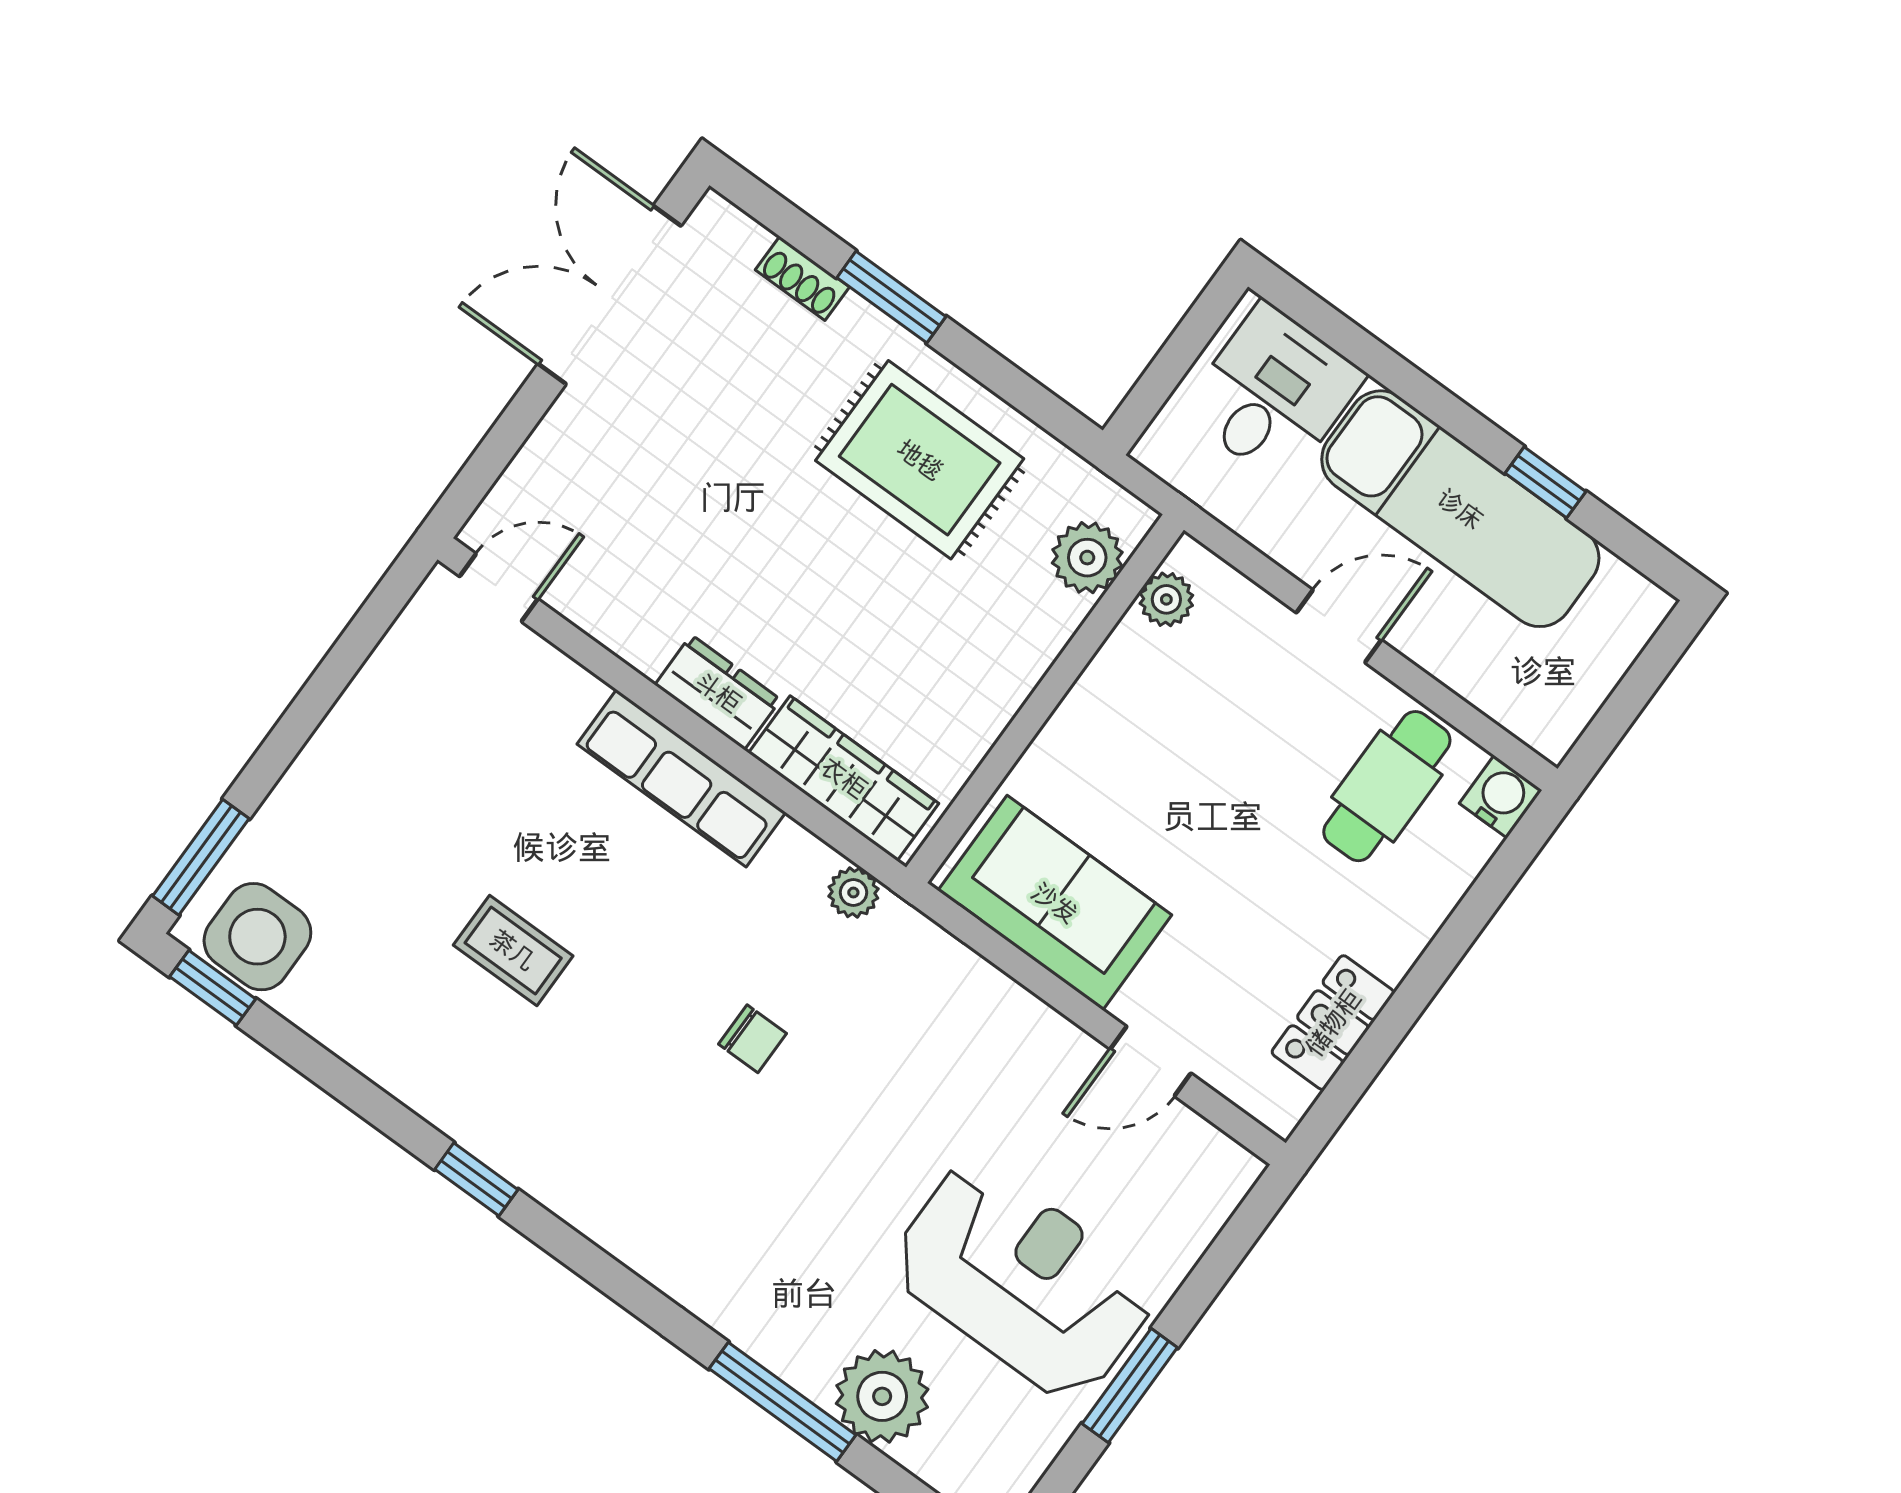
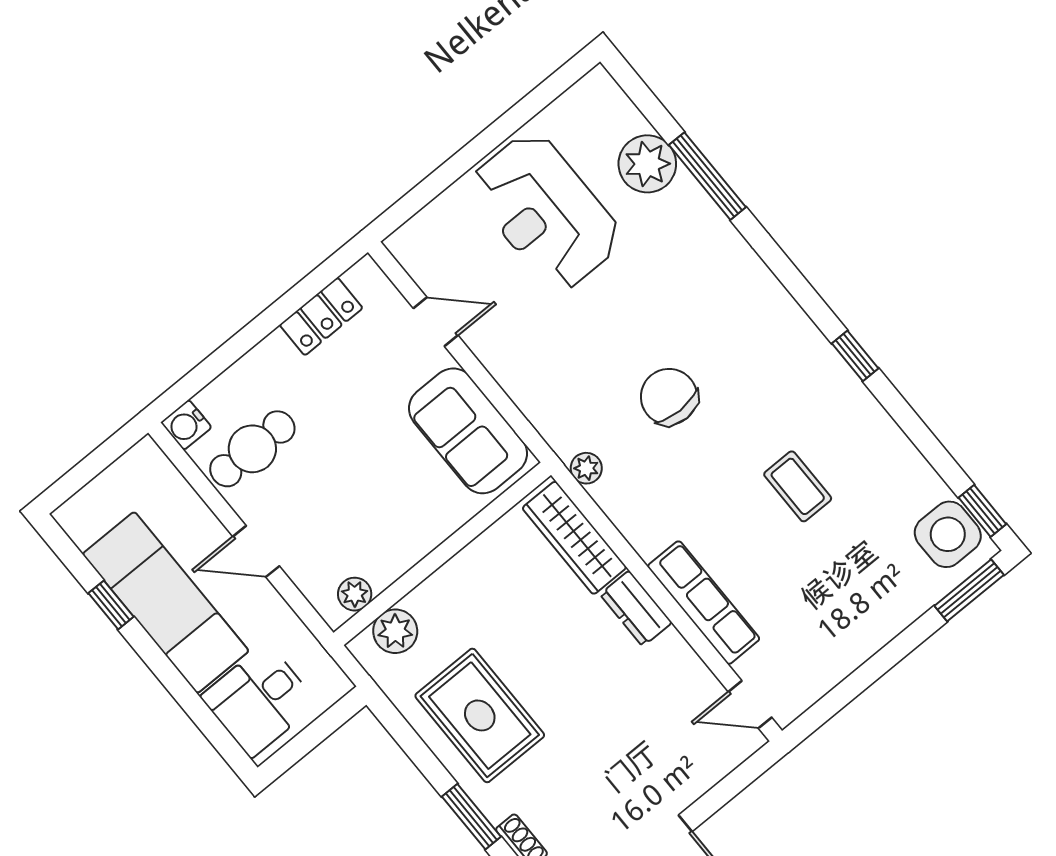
row of seats: (681, 778) -> (704, 603), moved
chair: (752, 1039) -> (669, 397), width x1.87, depth x1.87
window: (1130, 1386) -> (498, 132), removed

